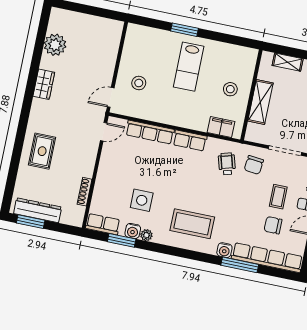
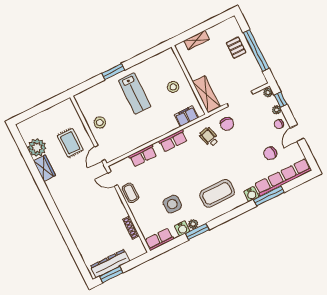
stool: (139, 83) -> (100, 122), moved
wardrobe: (44, 84) -> (44, 168), moved
shelving: (260, 102) -> (206, 94), moved
door: (104, 132) -> (113, 179), swing flipped
row of seats: (150, 132) -> (143, 156), width x0.68
rug: (42, 151) -> (70, 143), moved
coffee table: (278, 197) -> (130, 193), moved
window: (122, 240) -> (197, 232), moved

